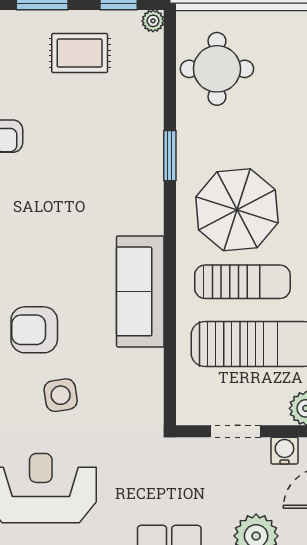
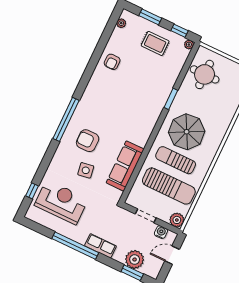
sun lounger: (242, 282) -> (176, 160), turned 180
sofa: (140, 291) -> (125, 166), moved

